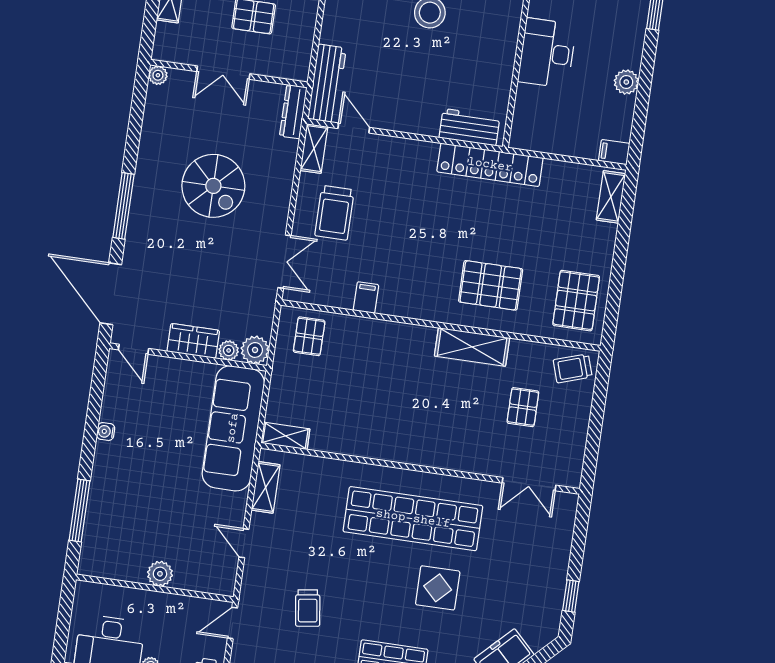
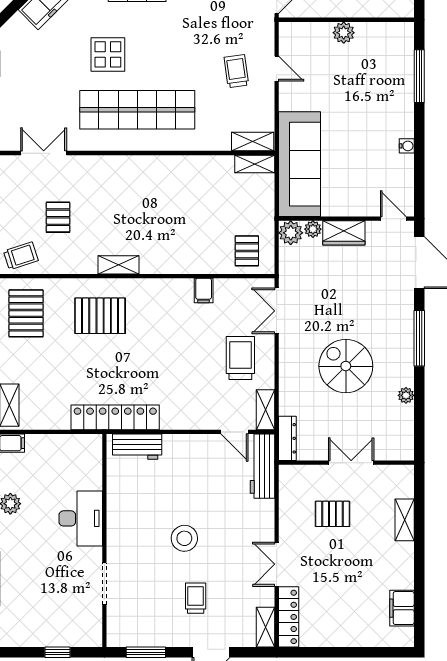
plant: (158, 75) -> (406, 395), moved
shelving: (472, 347) -> (118, 265), width x0.67, depth x0.75
shelving: (266, 487) -> (253, 142), moved, turned 90
trolley: (308, 608) -> (236, 71), moved

